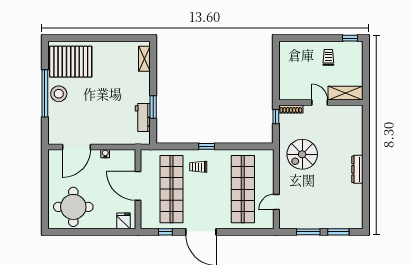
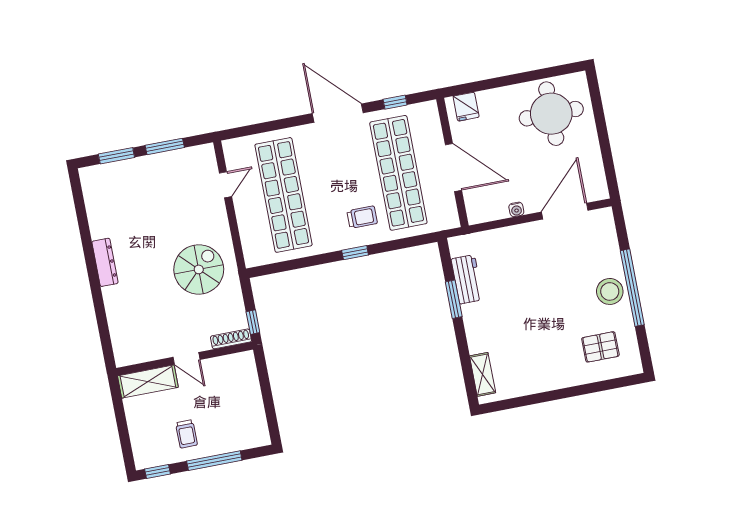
window: (315, 38) -> (214, 461), added
pallet: (71, 62) -> (600, 347), width x0.49, depth x0.50

